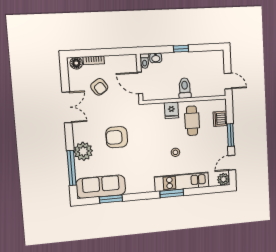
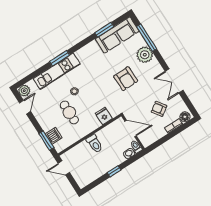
fridge: (171, 110) -> (104, 116), moved
cafe table: (192, 121) -> (69, 112), moved
window: (231, 135) -> (46, 141), moved
armchair: (117, 137) -> (126, 79), turned 89

